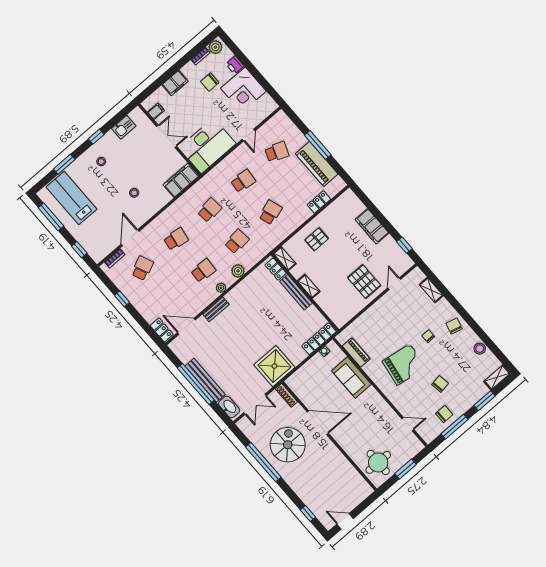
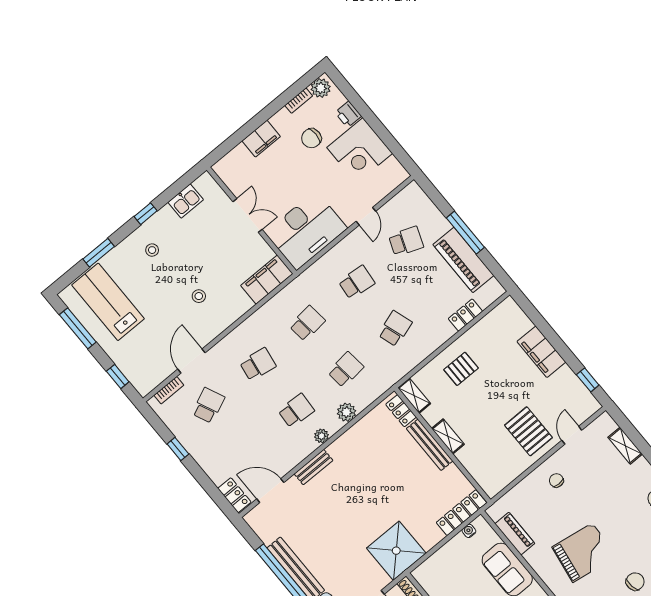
filing cabinet: (156, 111) -> (233, 179), removed
chair: (428, 336) -> (556, 480), moved

